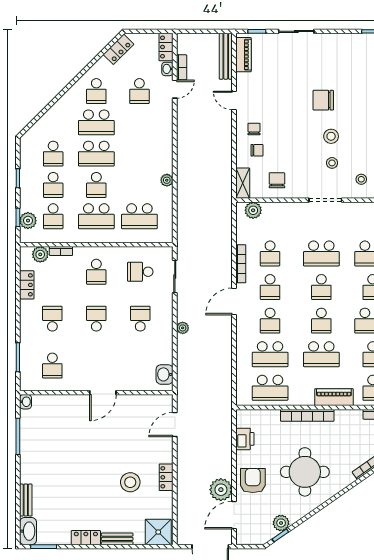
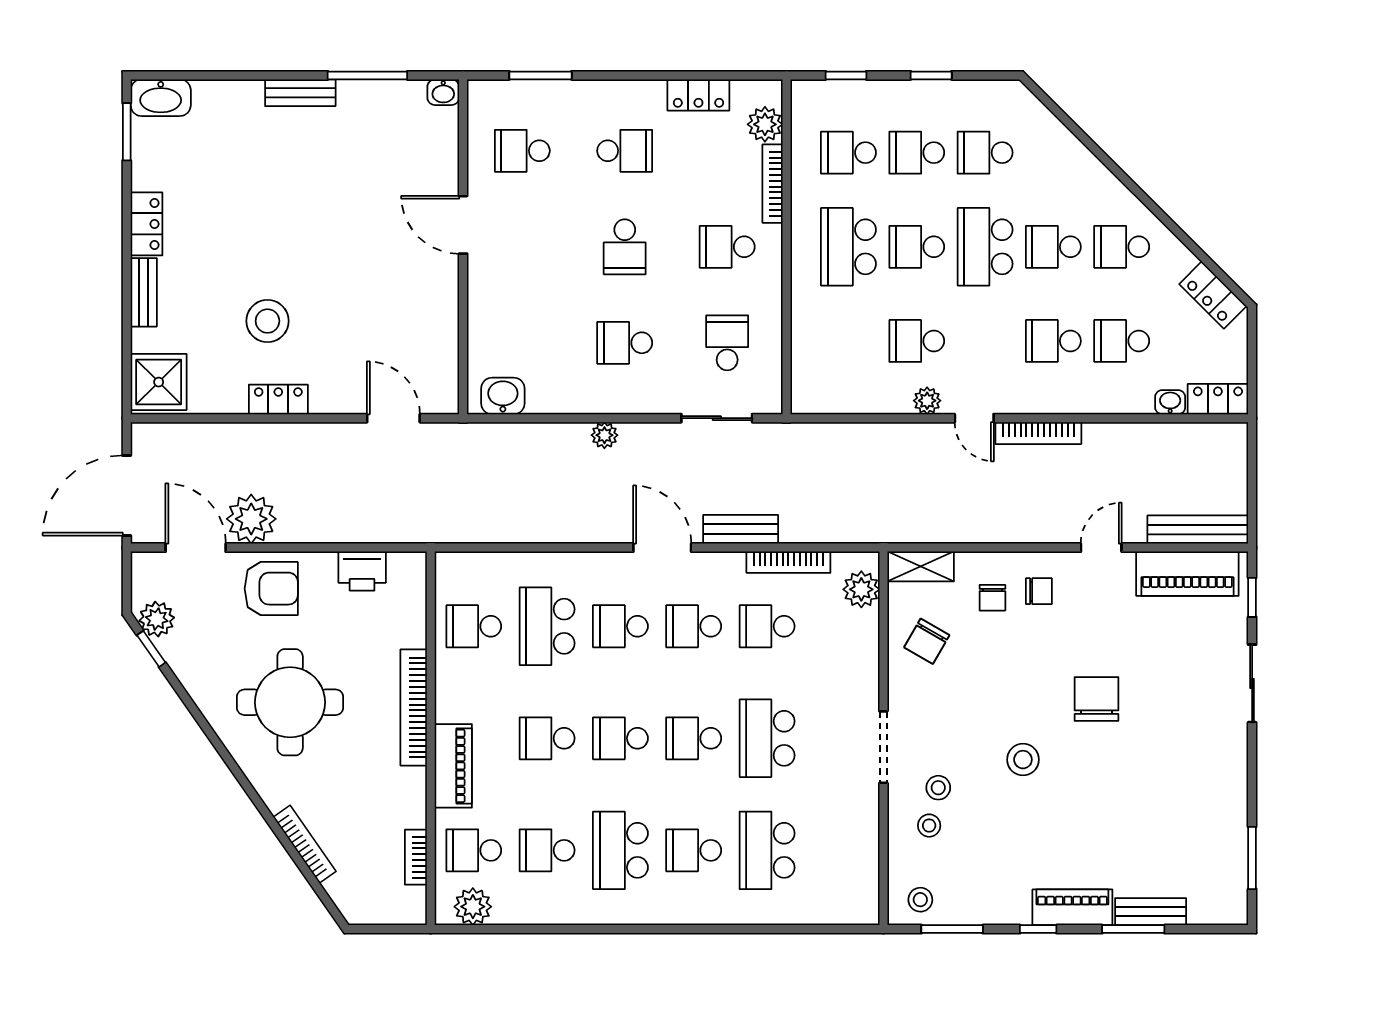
piano: (243, 55) -> (1187, 574), width x1.37, depth x1.33
bookcase: (182, 67) -> (1038, 433), moved, width x1.56
door: (175, 89) -> (974, 418), moved
chair: (323, 100) -> (1096, 699), moved
school desk: (96, 122) -> (1053, 247), width x0.54
school desk: (139, 122) -> (1053, 341), added
stool: (332, 163) -> (938, 788), moved
chair: (277, 180) -> (927, 641), turned 120
school desk: (139, 216) -> (917, 341), moved, width x0.54
plant: (28, 221) -> (839, 98), removed
bookcase: (61, 251) -> (772, 184), width x1.56
bookcase: (241, 264) -> (788, 562), moved
bench: (226, 266) -> (741, 529), added
school desk: (96, 319) -> (625, 247), turned 90
school desk: (140, 319) -> (625, 343), turned 180
school desk: (321, 354) -> (547, 738), width x0.54
school desk: (270, 388) -> (474, 626), width x0.54
door: (103, 393) -> (463, 225), moved
bench: (26, 500) -> (300, 93), moved
plant: (281, 523) -> (157, 619), moved

